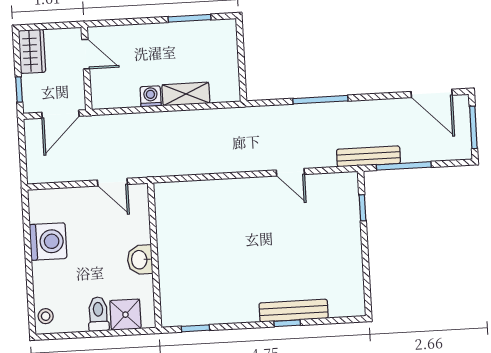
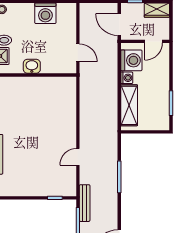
washing machine: (120, 90) -> (131, 60), added
shelving: (186, 94) -> (129, 105), width x1.50, depth x1.33
door: (112, 182) -> (78, 53), swing flipped

